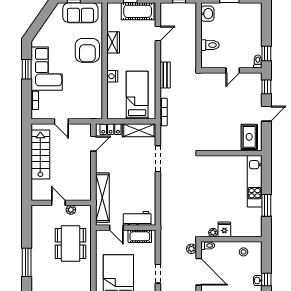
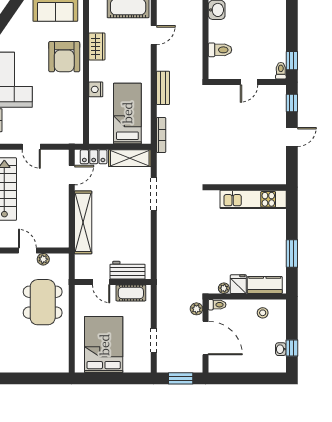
rug: (249, 137) -> (270, 167), removed
kitchen unit: (255, 181) -> (253, 199), moved, turned -90
shelving: (102, 198) -> (83, 222), moved
kitchen counter: (245, 230) -> (265, 285), added

